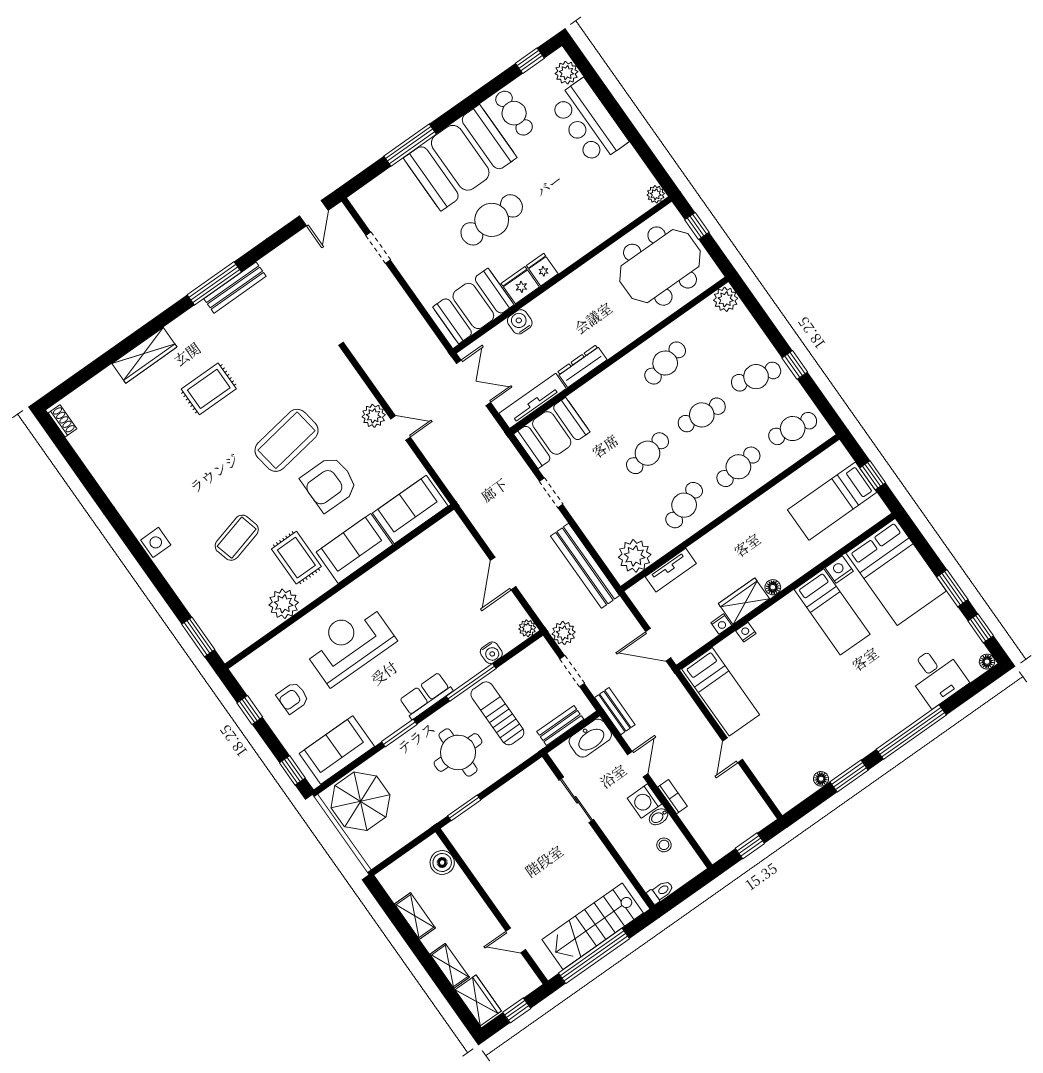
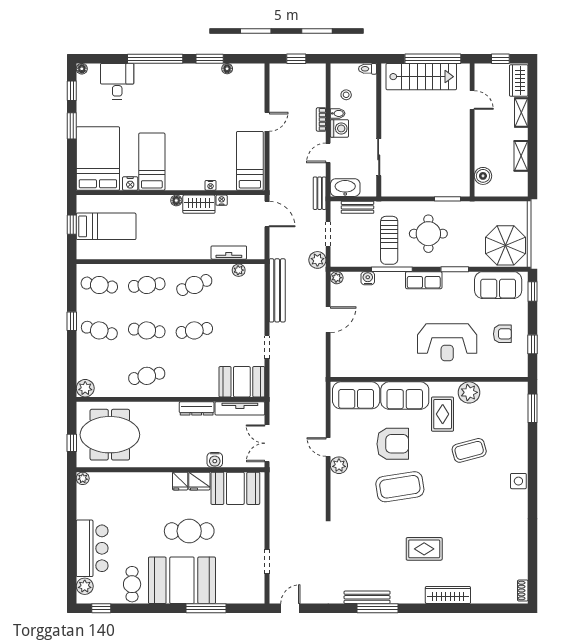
plant: (635, 556) -> (239, 270), width x0.53, depth x0.53

